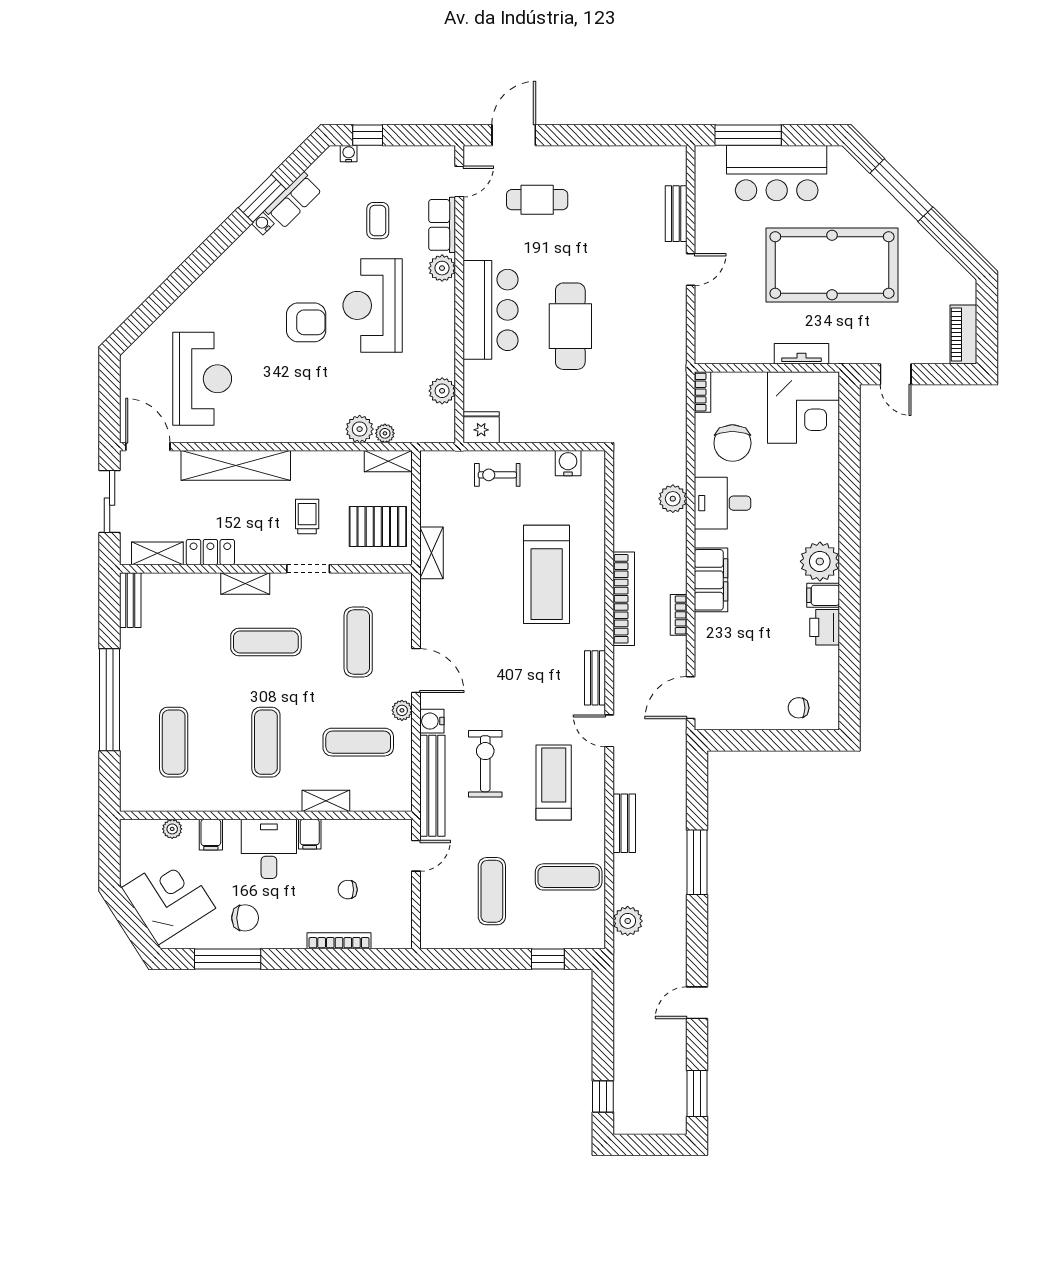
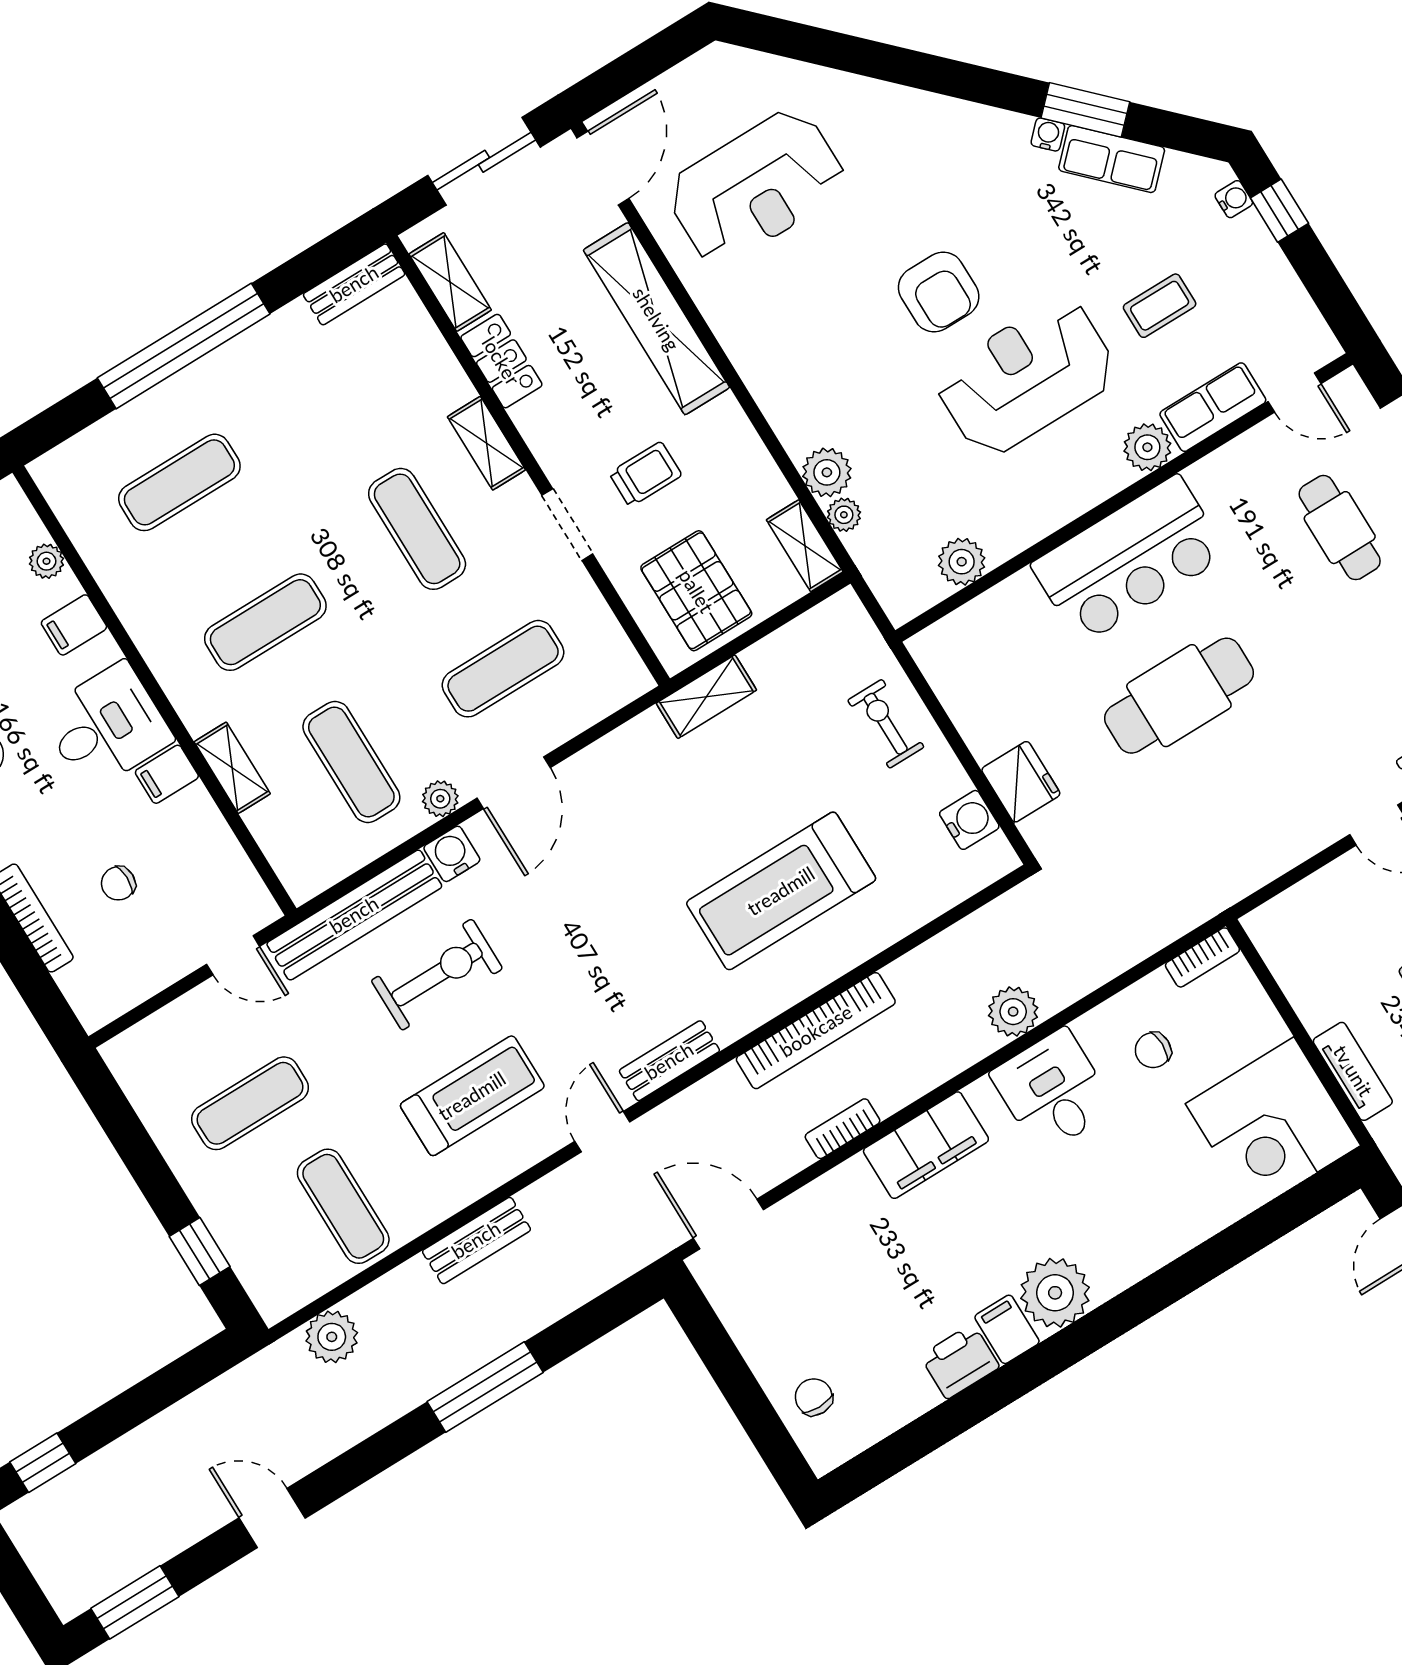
fridge: (481, 427) -> (1021, 782), moved
chair: (732, 443) -> (1153, 1050), width x0.54, depth x0.54
chair: (348, 890) -> (118, 883), turned -90

